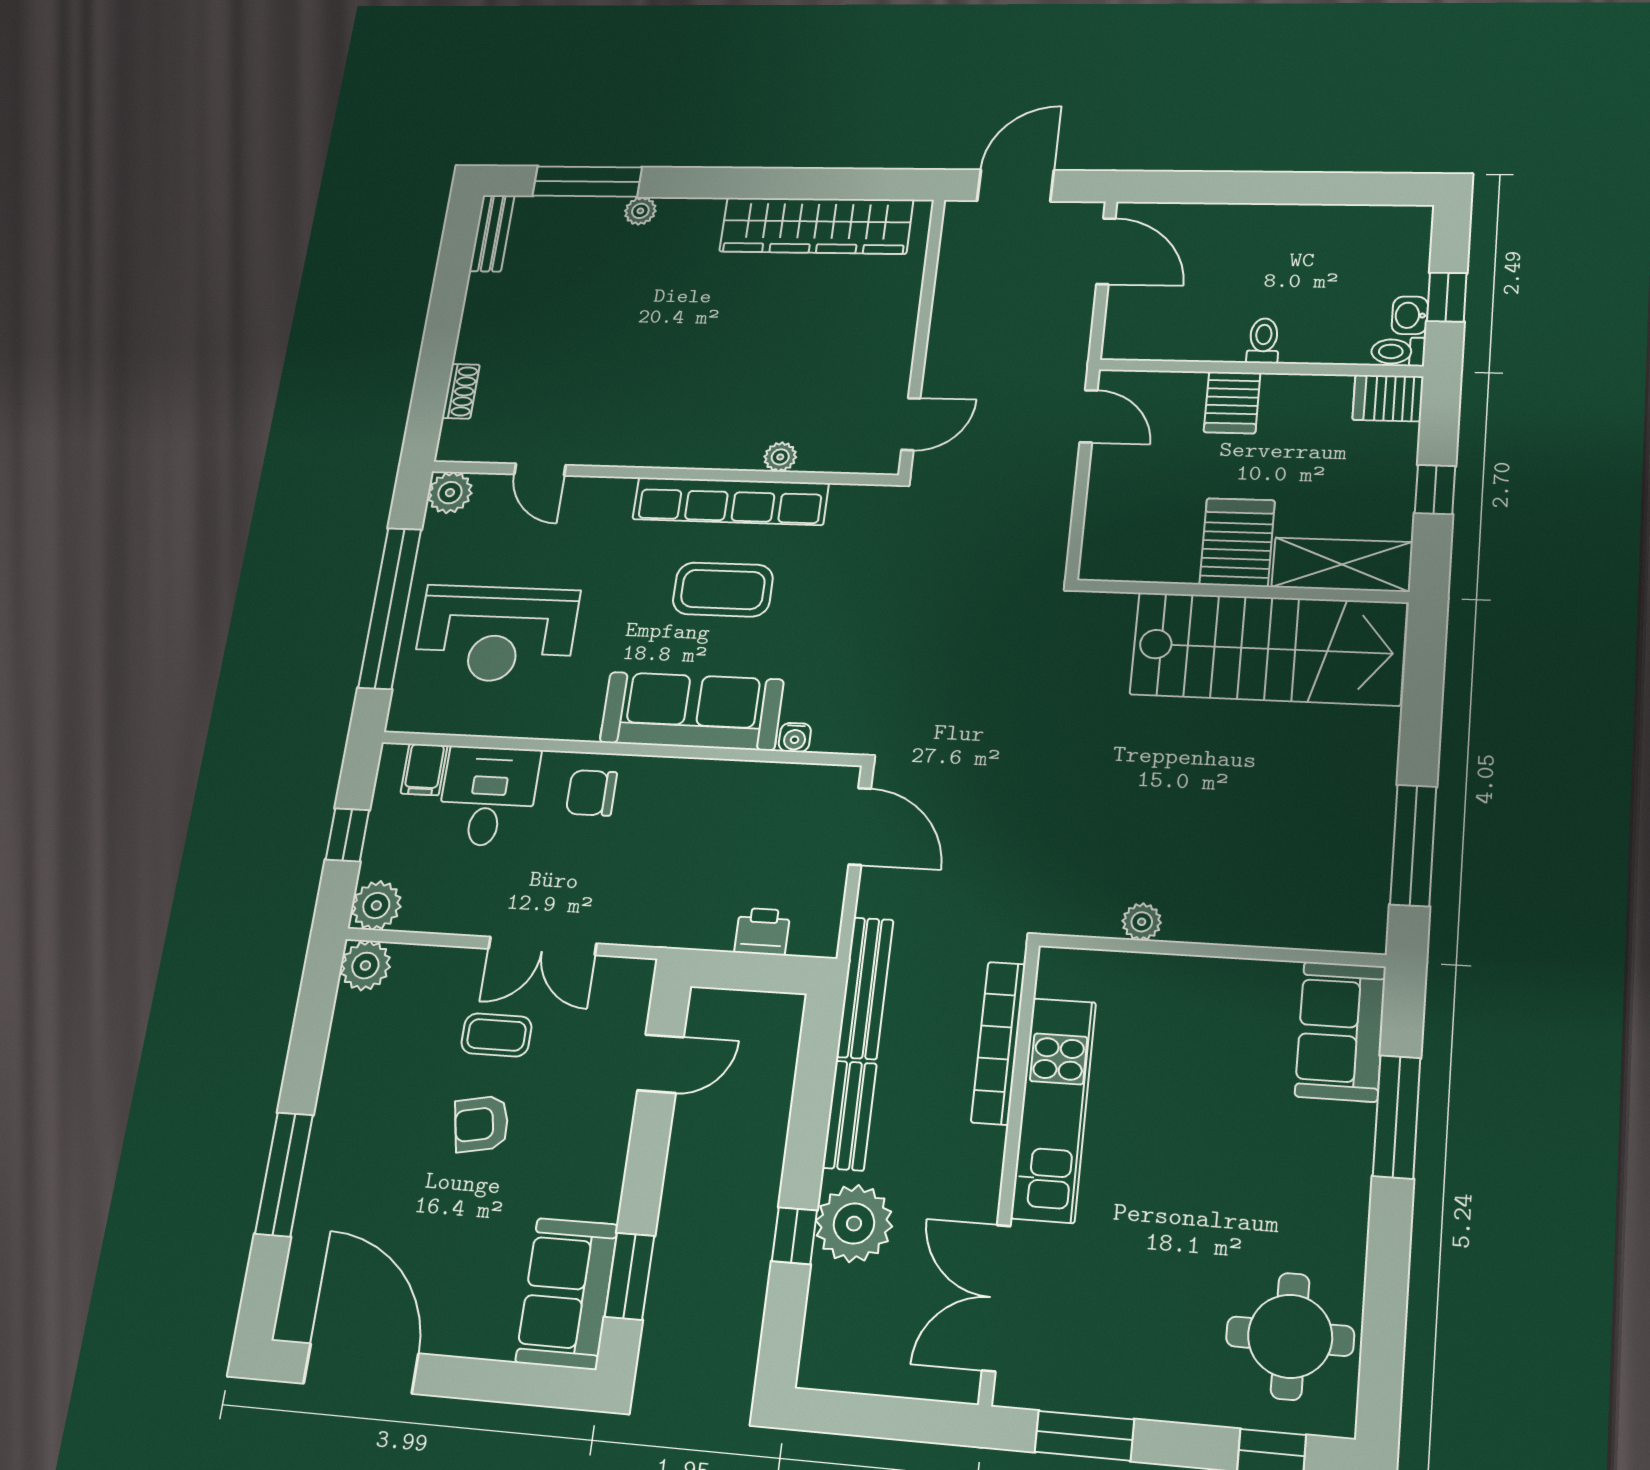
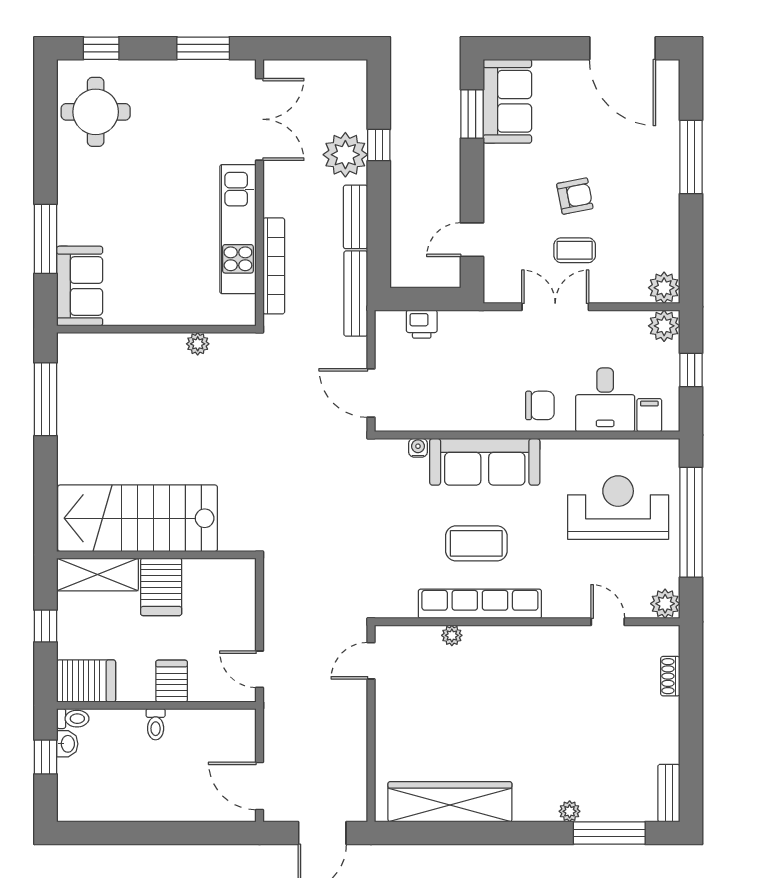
server rack: (1388, 398) -> (86, 681), width x1.36, depth x1.44

